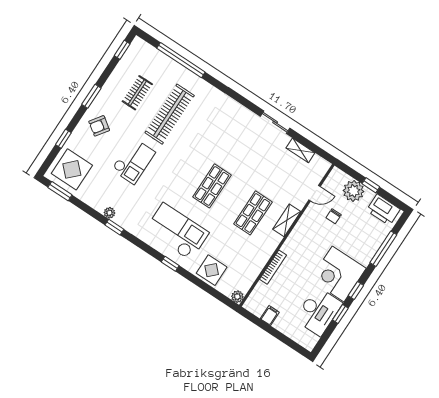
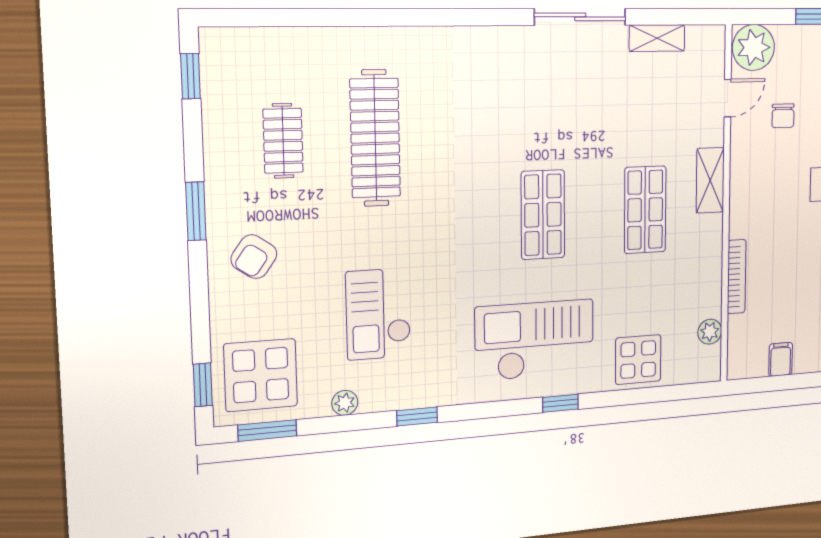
window: (181, 60) -> (324, 17), removed
sliding door: (275, 122) -> (580, 17), width x1.37
window: (63, 139) -> (203, 385), moved
checkout: (133, 161) -> (378, 314), moved, turned 180
plant: (353, 191) -> (753, 47), moved
plant: (109, 213) -> (345, 403), moved
plant: (237, 297) -> (710, 332), moved

